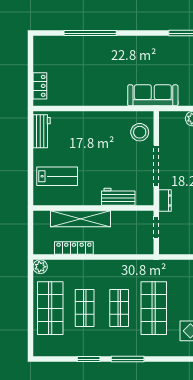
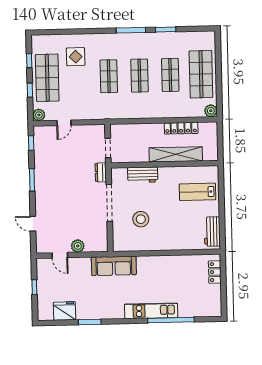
kitchen unit: (112, 44) -> (151, 311), added
stool: (140, 132) -> (141, 219), moved
shop shelf: (154, 308) -> (109, 76), width x0.70, depth x0.74

